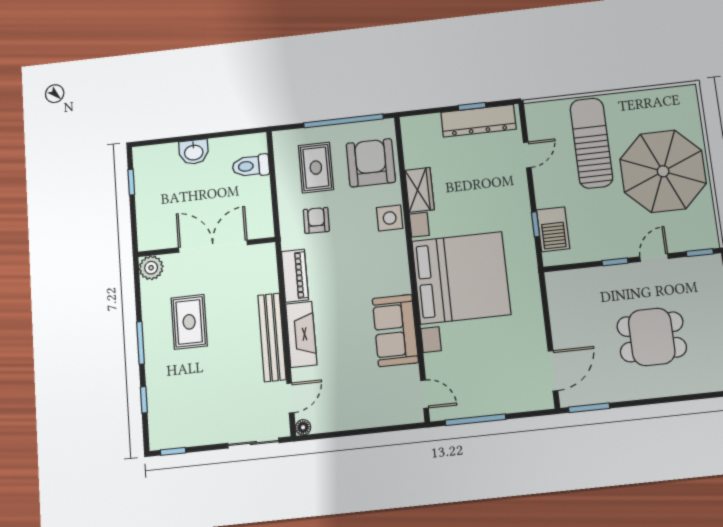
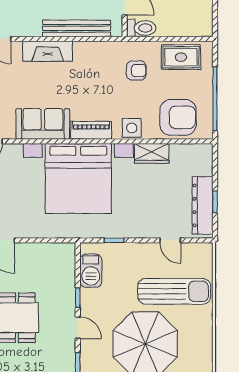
toilet: (251, 166) -> (141, 28), moved, turned 90
rug: (316, 168) -> (181, 57), moved
barbecue: (553, 229) -> (91, 271), moved, turned -90
piano: (295, 276) -> (91, 130), moved, turned 180
bench: (272, 337) -> (77, 28), moved

